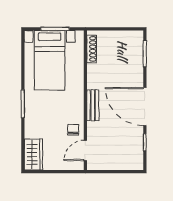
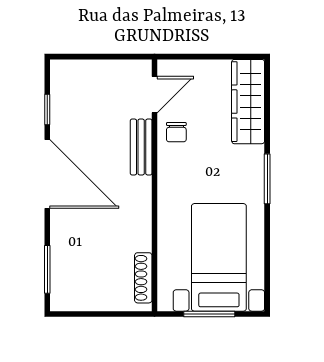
bench: (93, 105) -> (141, 147), moved
wardrobe: (33, 154) -> (248, 102), width x1.50

